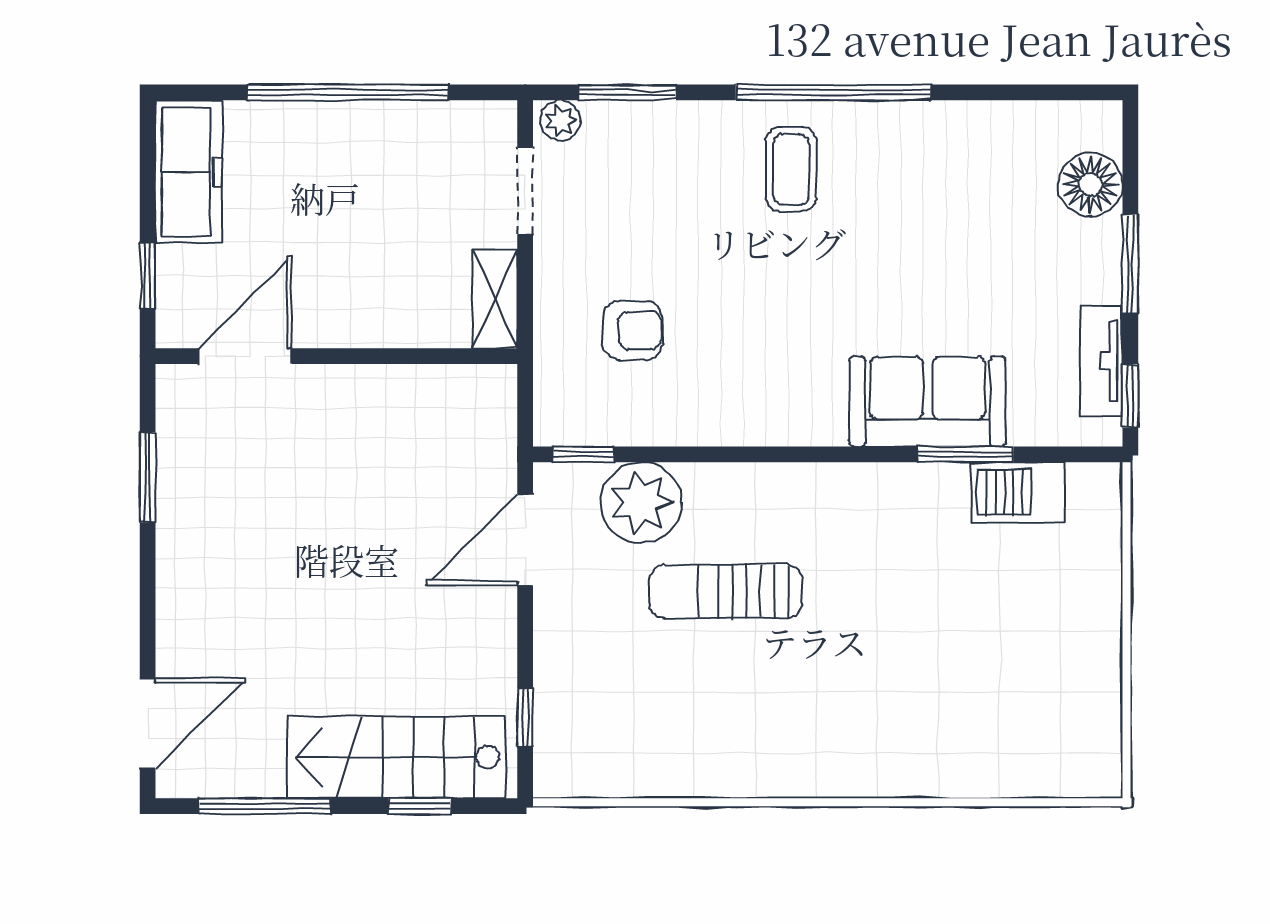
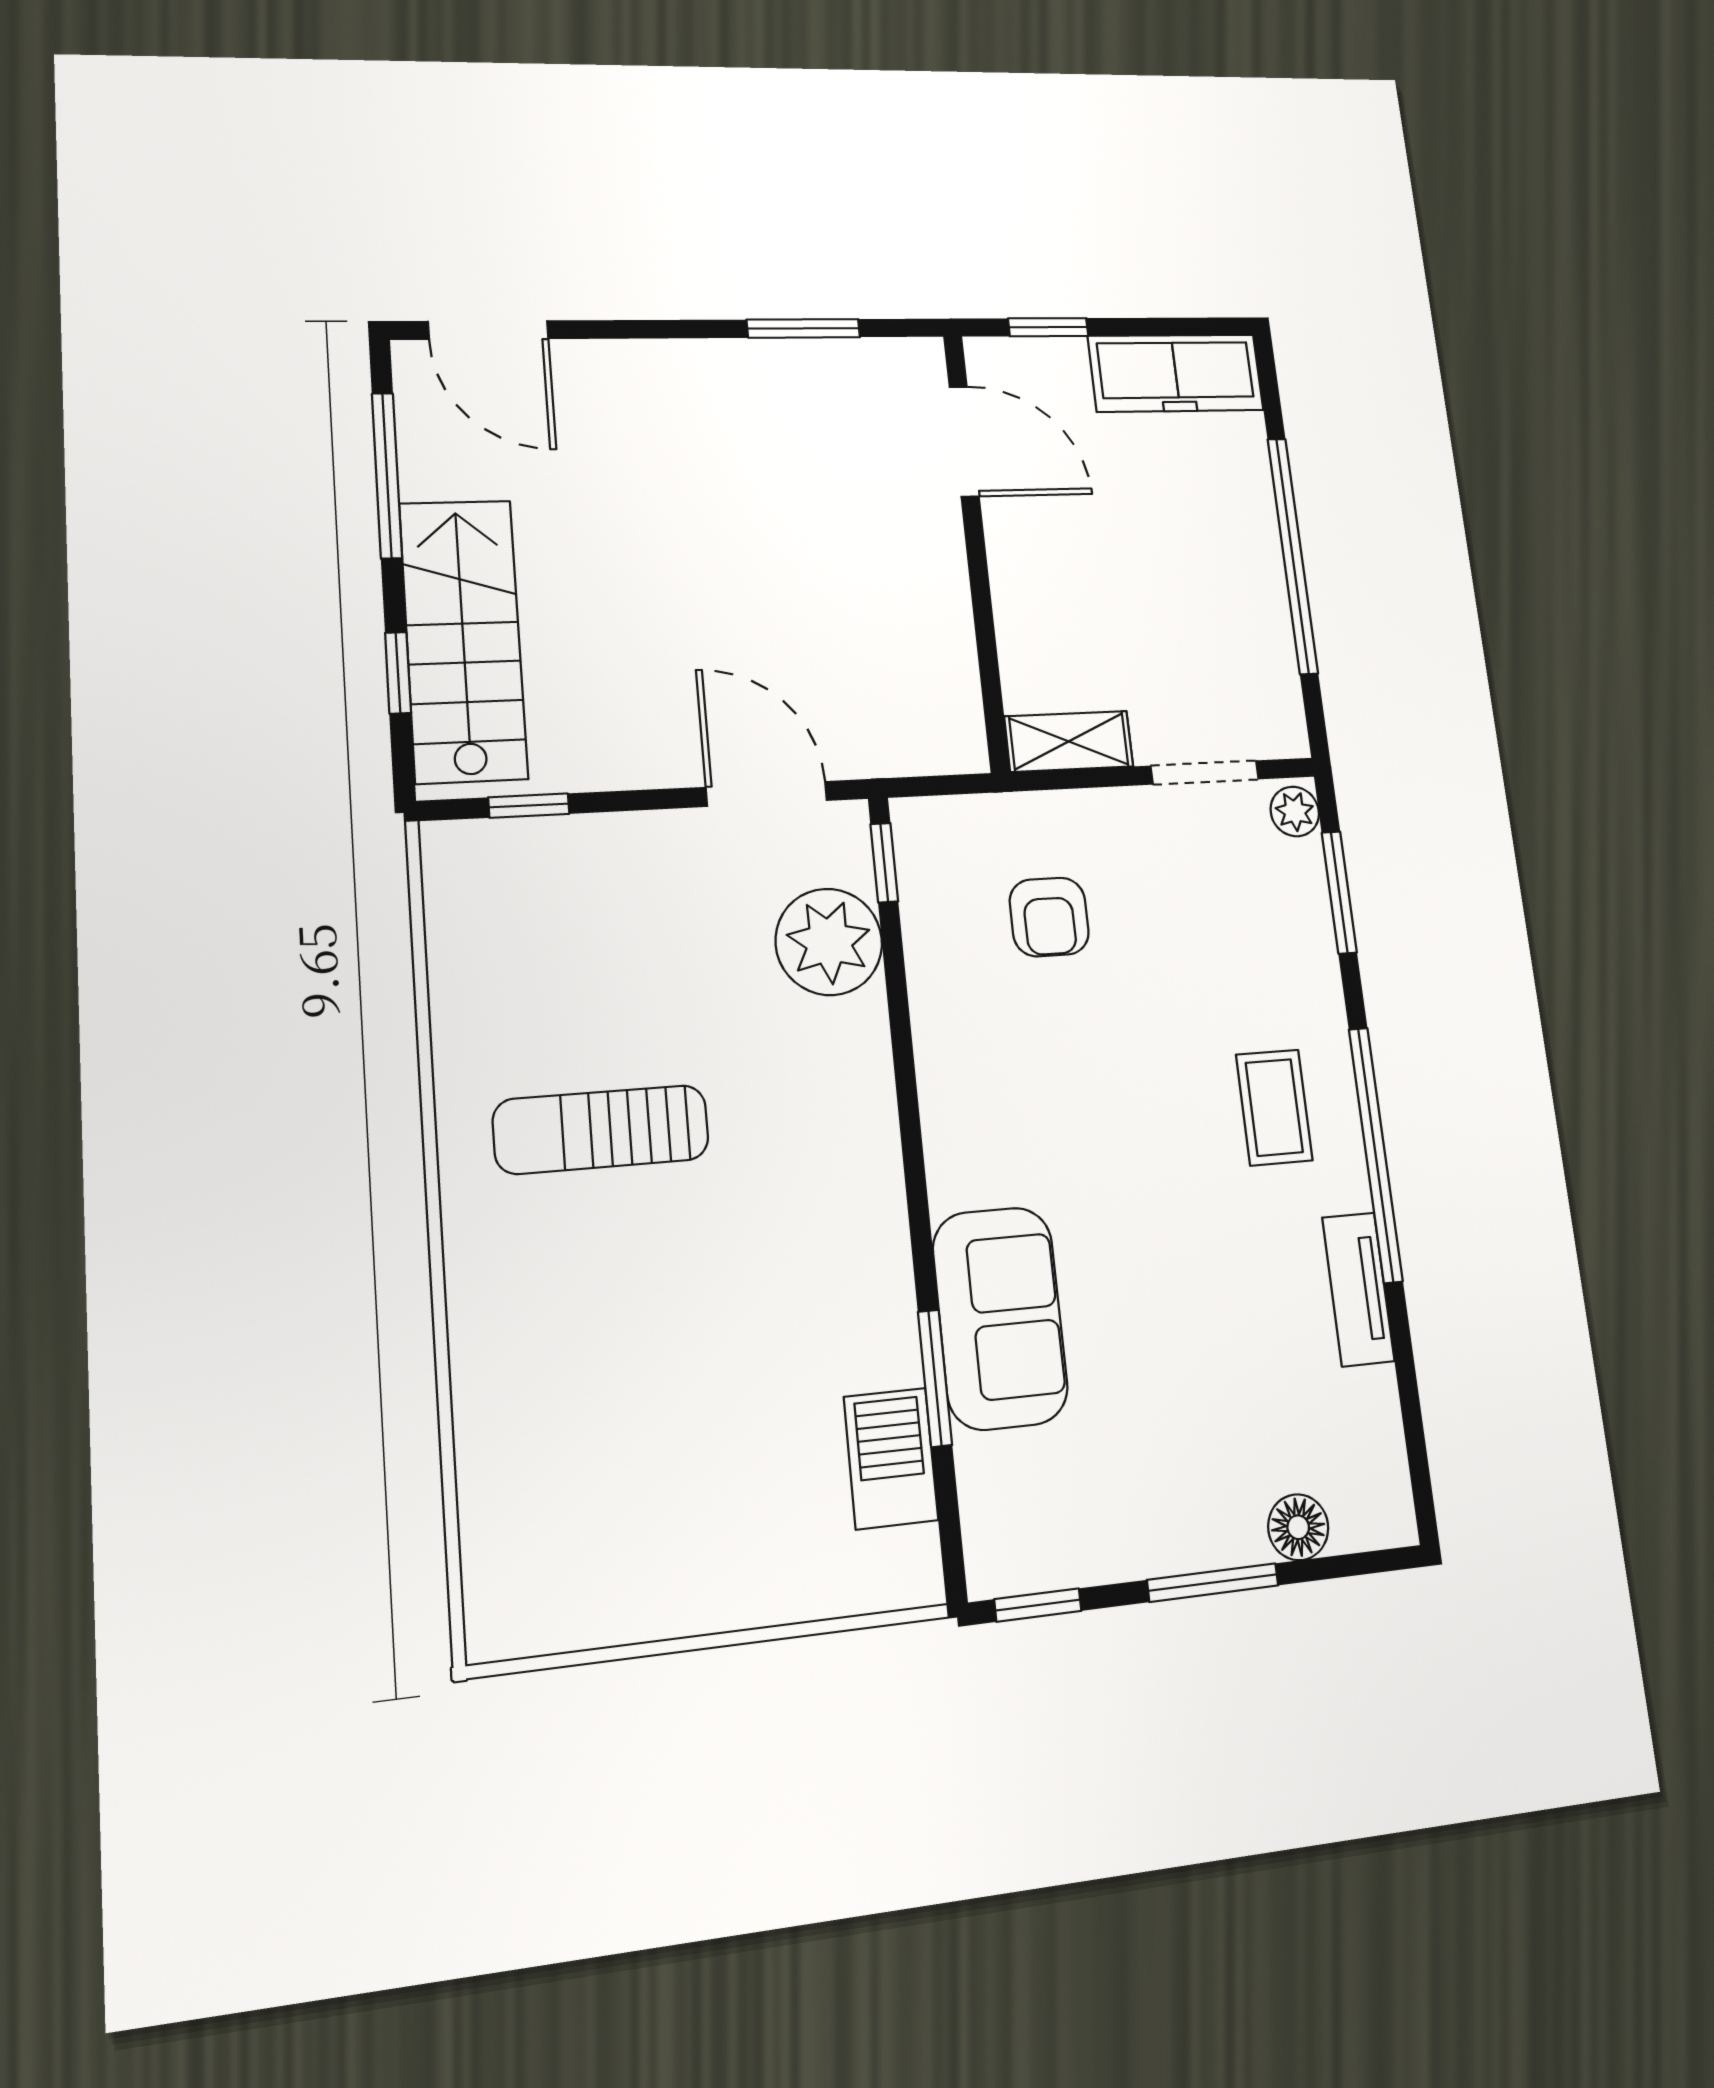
coffee table: (791, 169) -> (1274, 1107), turned 90
floor lamp: (1090, 184) -> (1298, 1527), width x0.73, depth x0.73
tv unit: (1101, 361) -> (1358, 1289), moved, turned -90
sun lounger: (726, 592) -> (601, 1129), moved, turned -90

